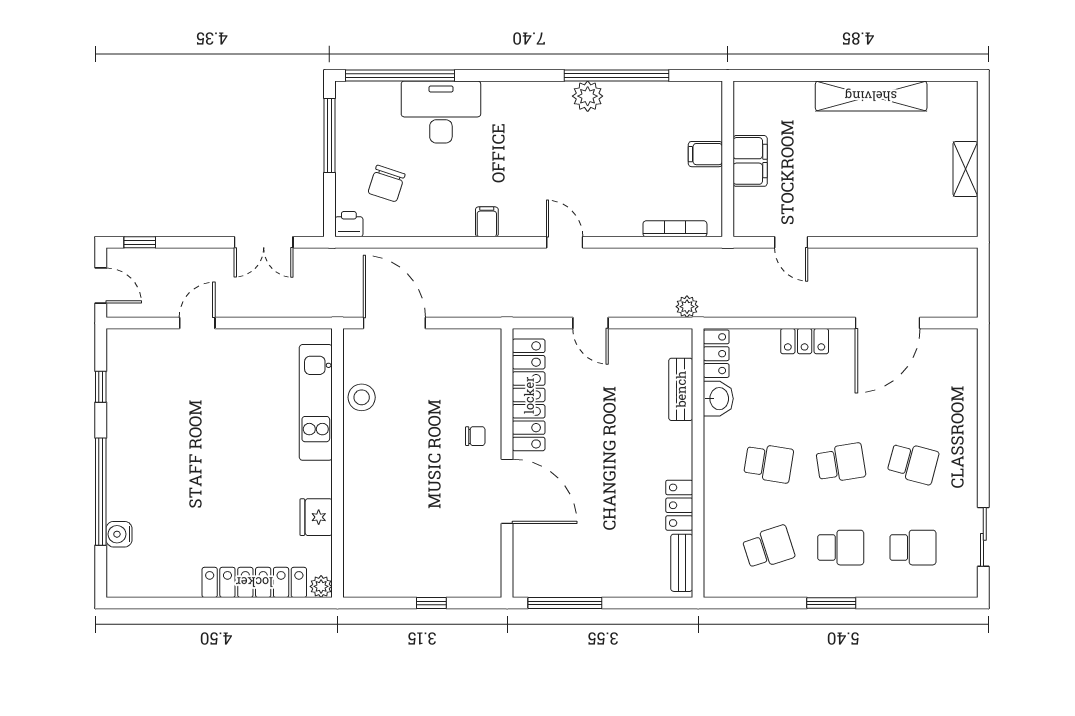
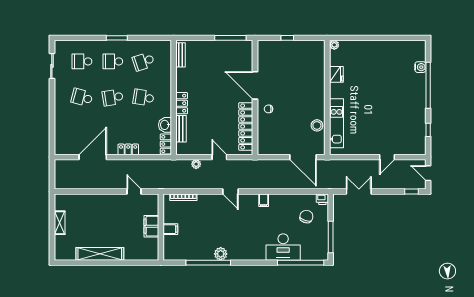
plant: (687, 307) -> (196, 164), moved
locker: (679, 505) -> (182, 103), moved
locker: (254, 582) -> (363, 47), removed

